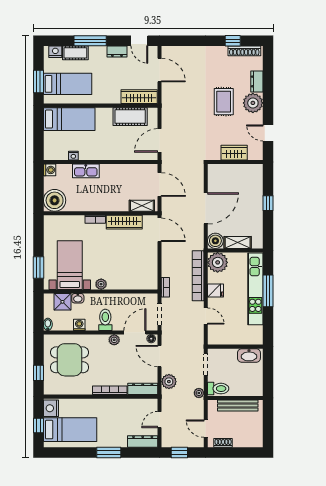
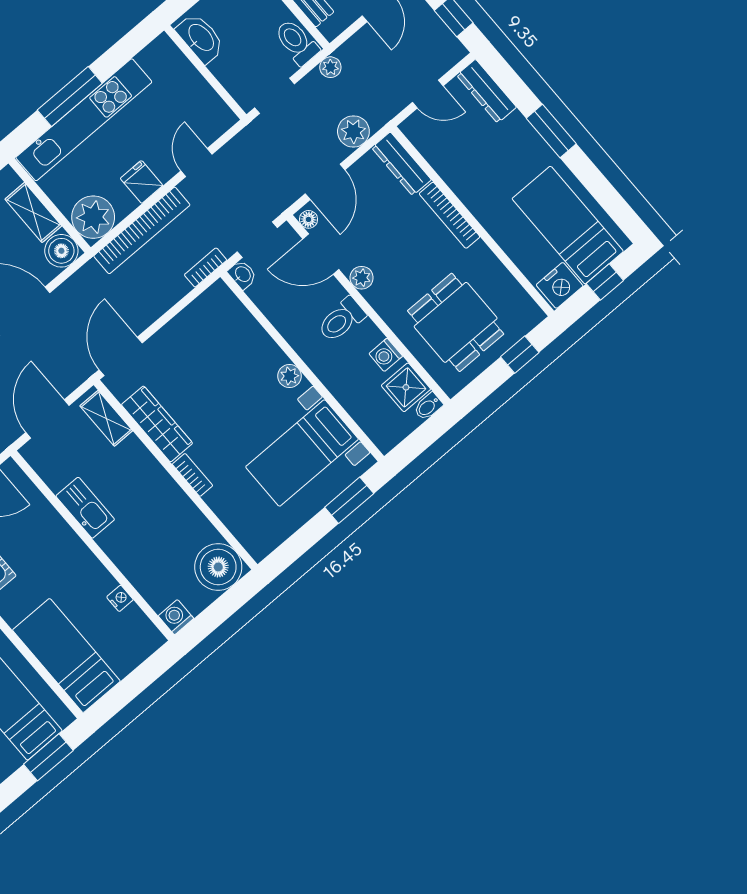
kitchen sink: (86, 171) -> (85, 508), moved
washbasin: (78, 298) -> (242, 275), moved
shower: (62, 302) -> (406, 387), moved

